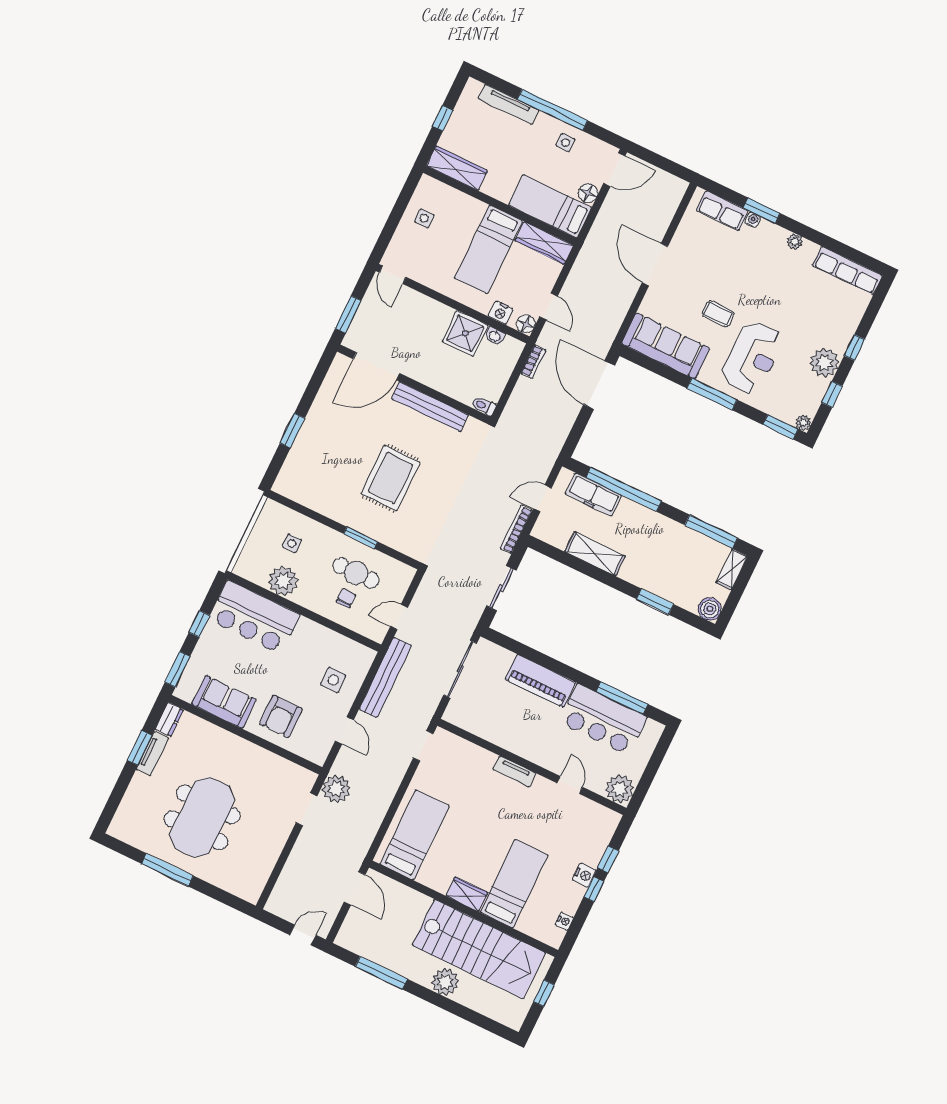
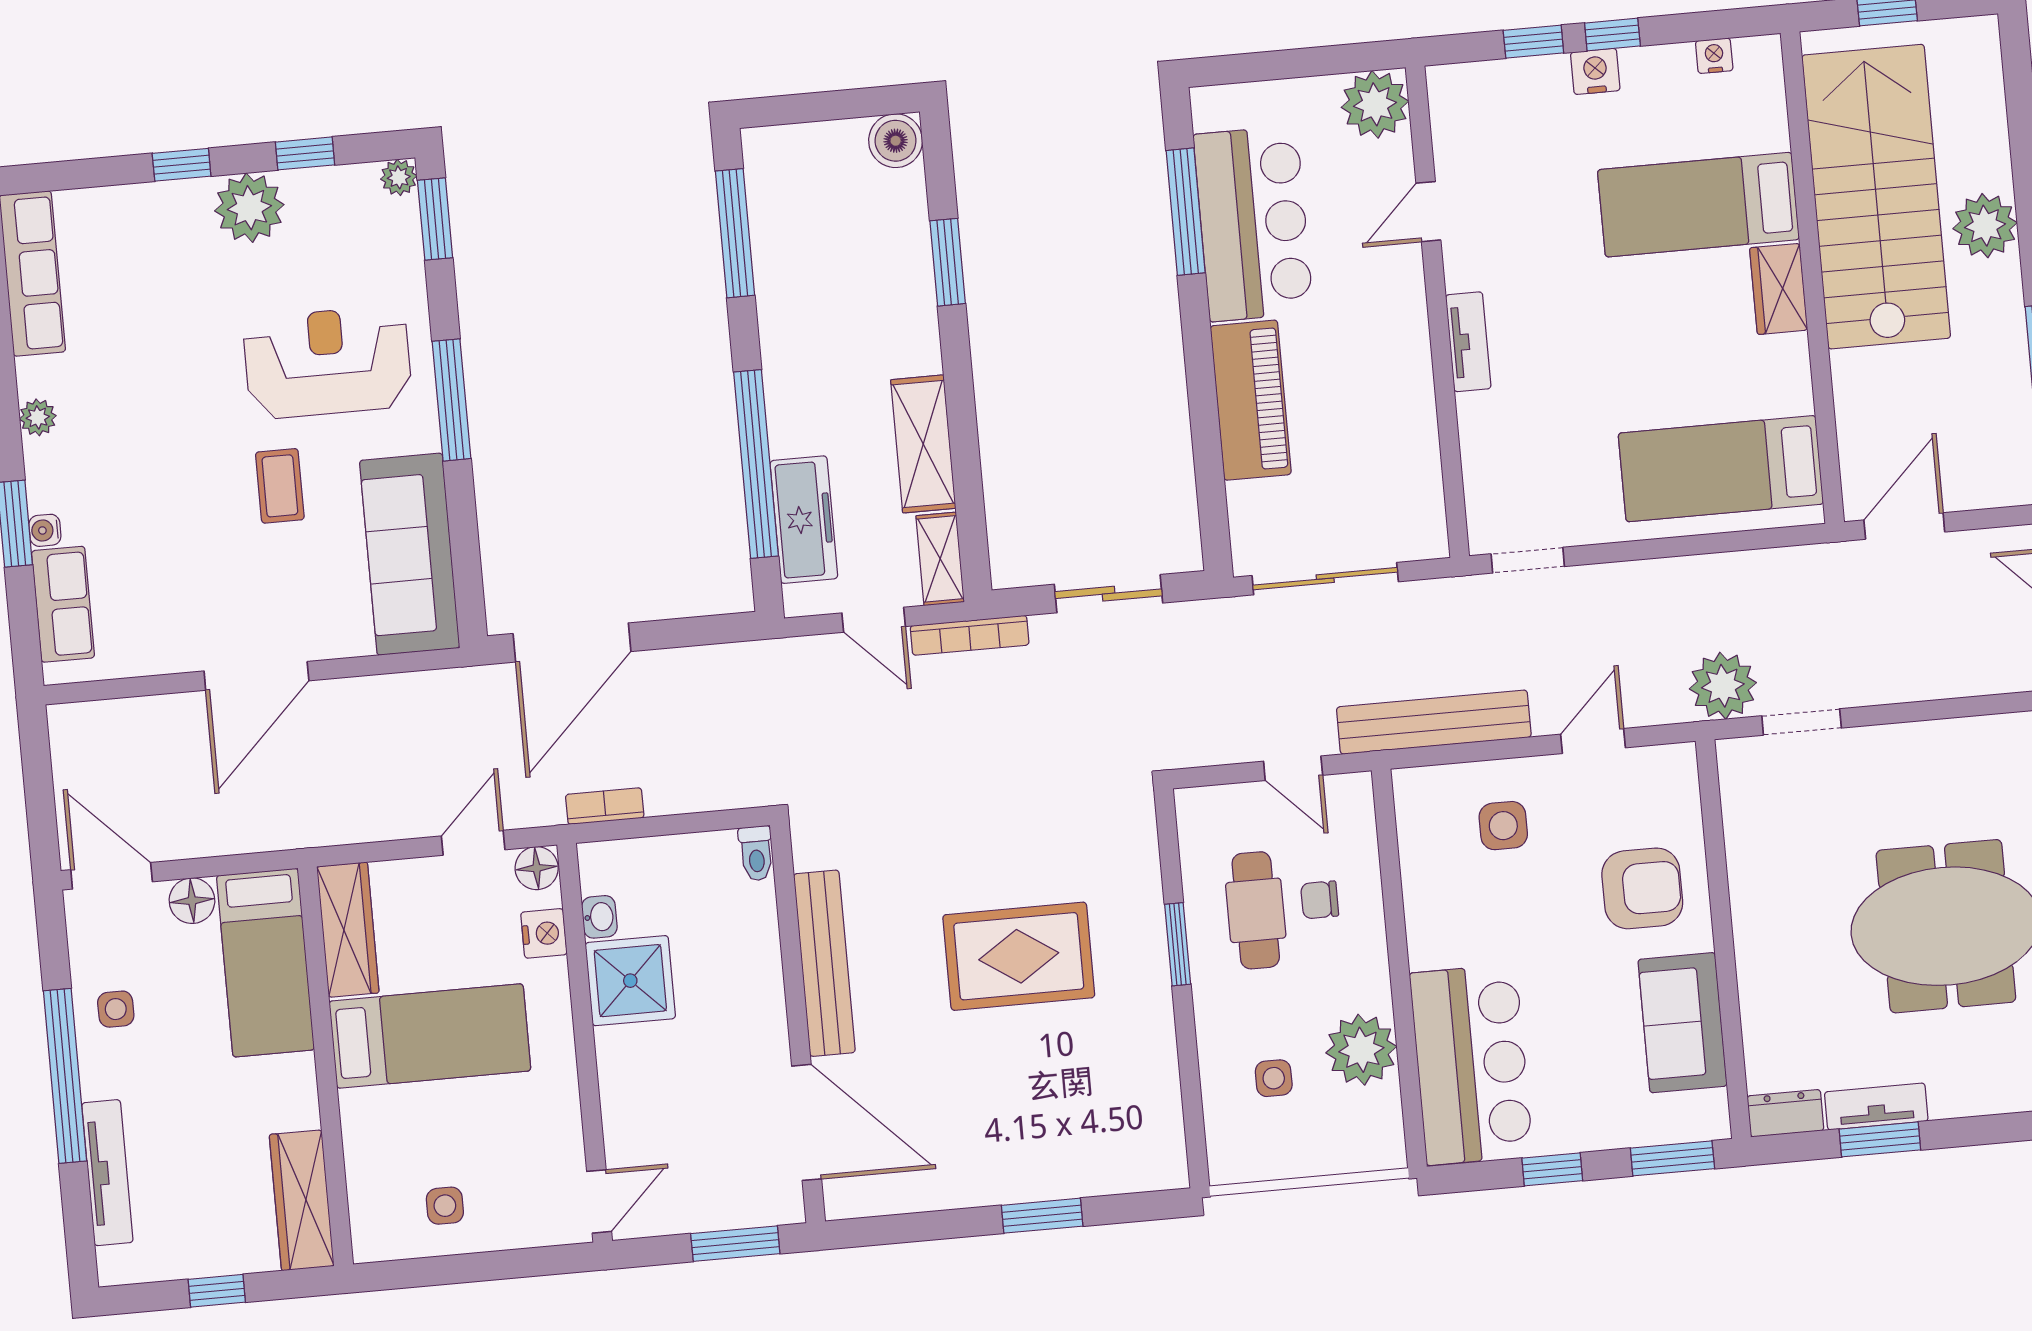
shelving: (732, 569) -> (940, 559), moved, turned 90

